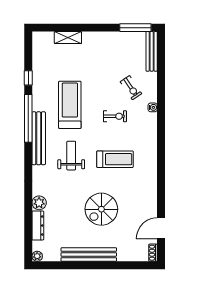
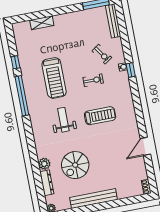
treadmill: (70, 105) -> (54, 78), turned 180
window: (161, 113) -> (131, 70), added
bench: (39, 138) -> (34, 111), removed
spiral stairs: (101, 209) -> (75, 165), moved
door: (161, 228) -> (145, 146), moved

